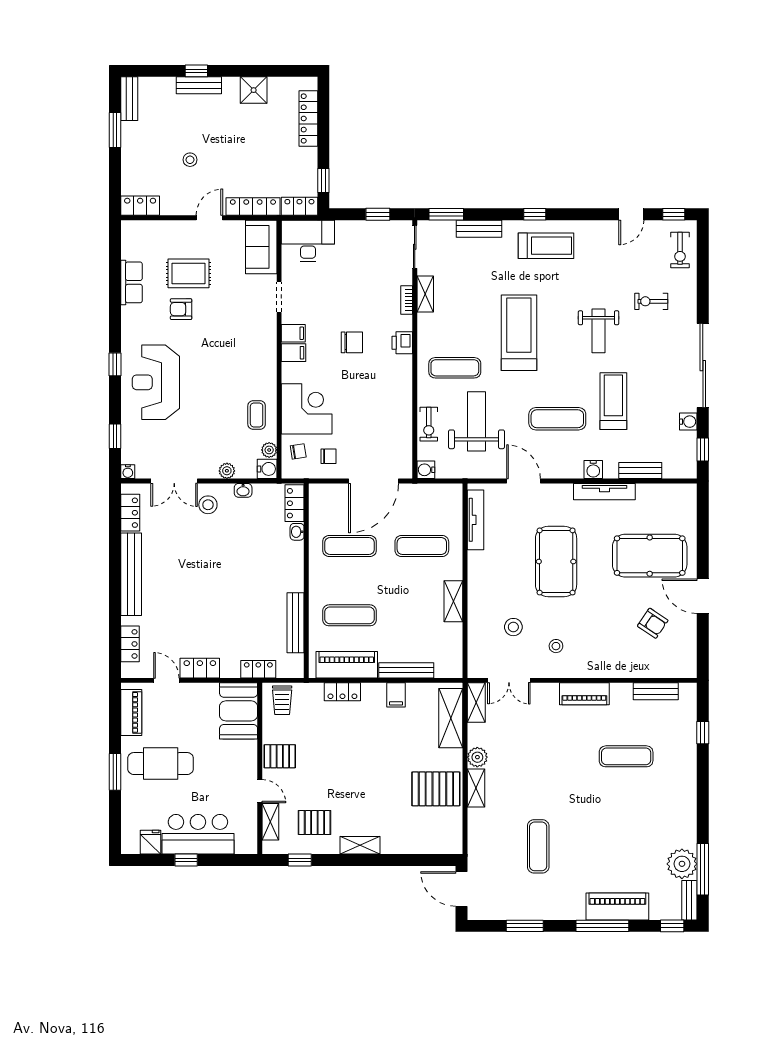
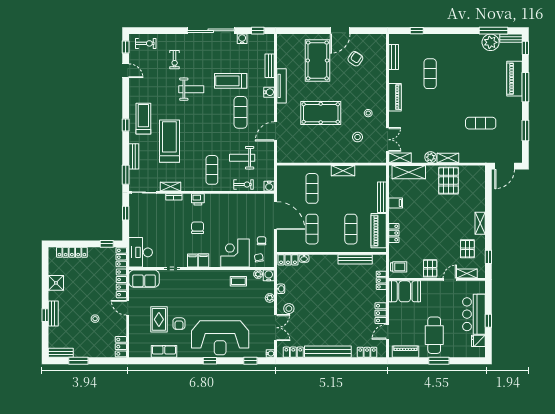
treadmill: (519, 333) -> (169, 141), moved, turned 90
reception desk: (156, 382) -> (220, 338), width x1.36, depth x1.30
weight bench: (477, 421) -> (242, 158), width x0.73, depth x0.75
tv unit: (475, 520) -> (297, 158), removed

